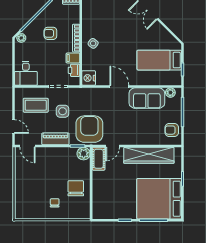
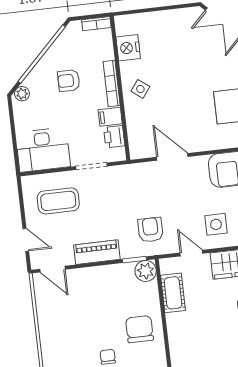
desk: (26, 73) -> (43, 150), width x1.37
nightstand: (89, 78) -> (128, 48), moved
door: (119, 87) -> (172, 157), moved
side table: (63, 111) -> (216, 224), moved
armchair: (89, 129) -> (150, 230), width x0.53, depth x0.53
door: (112, 146) -> (191, 253), swing flipped
cot: (99, 159) -> (173, 293), moved

